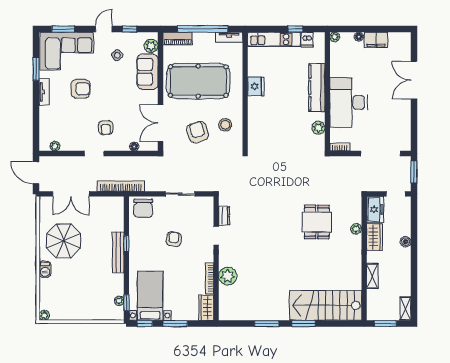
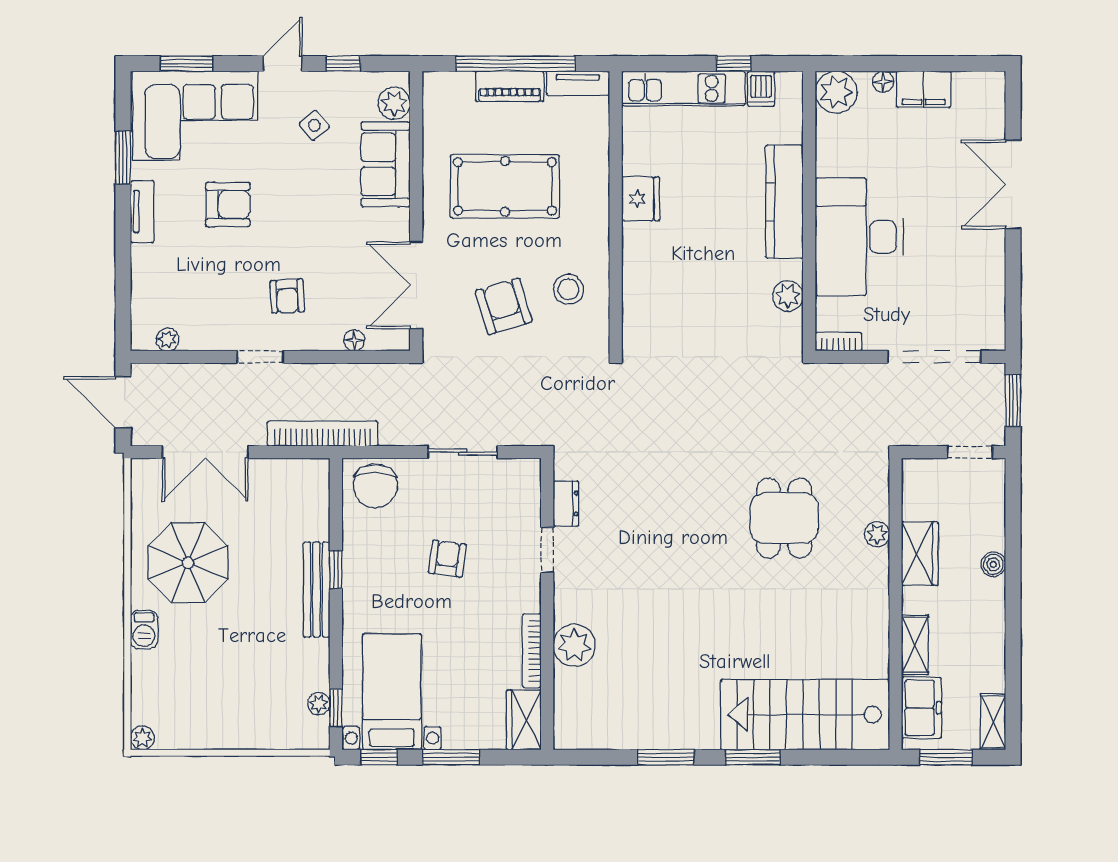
plant: (335, 37) -> (836, 92), width x1.88, depth x1.88
piano: (178, 39) -> (510, 86), moved
pool table: (198, 81) -> (505, 186), width x0.73, depth x0.76
freezer: (375, 210) -> (921, 708), moved

